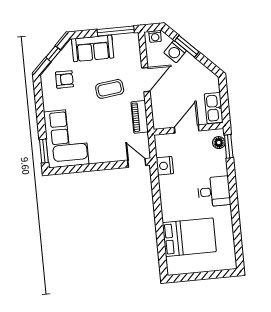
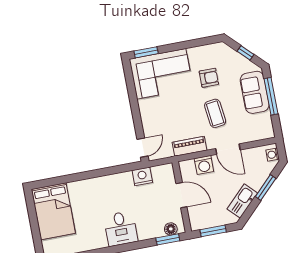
window: (116, 31) -> (271, 96), moved
washing machine: (175, 52) -> (204, 165), moved, turned -135
armchair: (64, 79) -> (209, 78), moved, turned -90
window: (224, 101) -> (213, 231), added
kitchen sink: (214, 108) -> (242, 201), moved, turned -45
bed: (189, 237) -> (53, 211), moved

